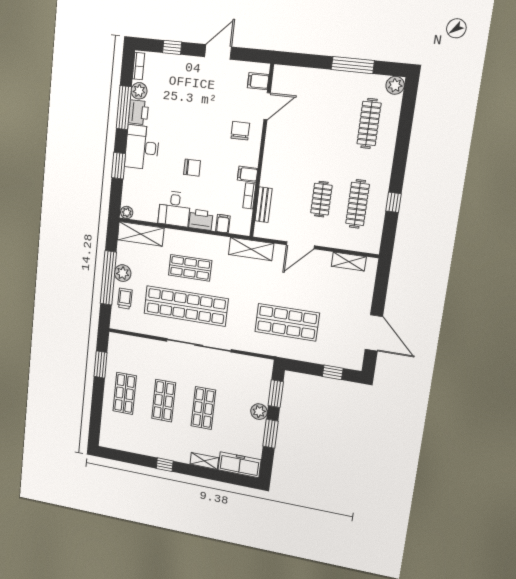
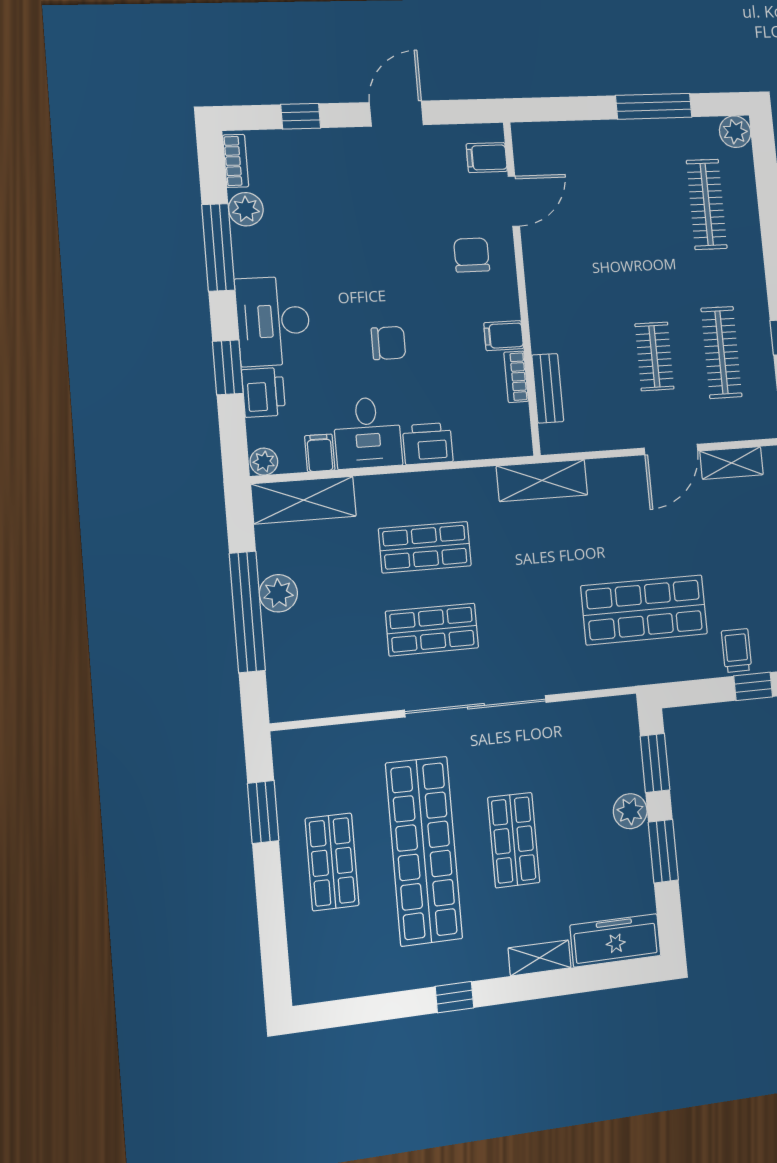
printer: (138, 112) -> (264, 392), moved
filing cabinet: (223, 224) -> (320, 453), moved
door: (300, 245) -> (671, 449), moved
trolley: (125, 299) -> (737, 651), moved
shop shelf: (186, 306) -> (432, 630), width x0.50, depth x0.74
shop shelf: (164, 401) -> (424, 851), width x2.00, depth x1.36

